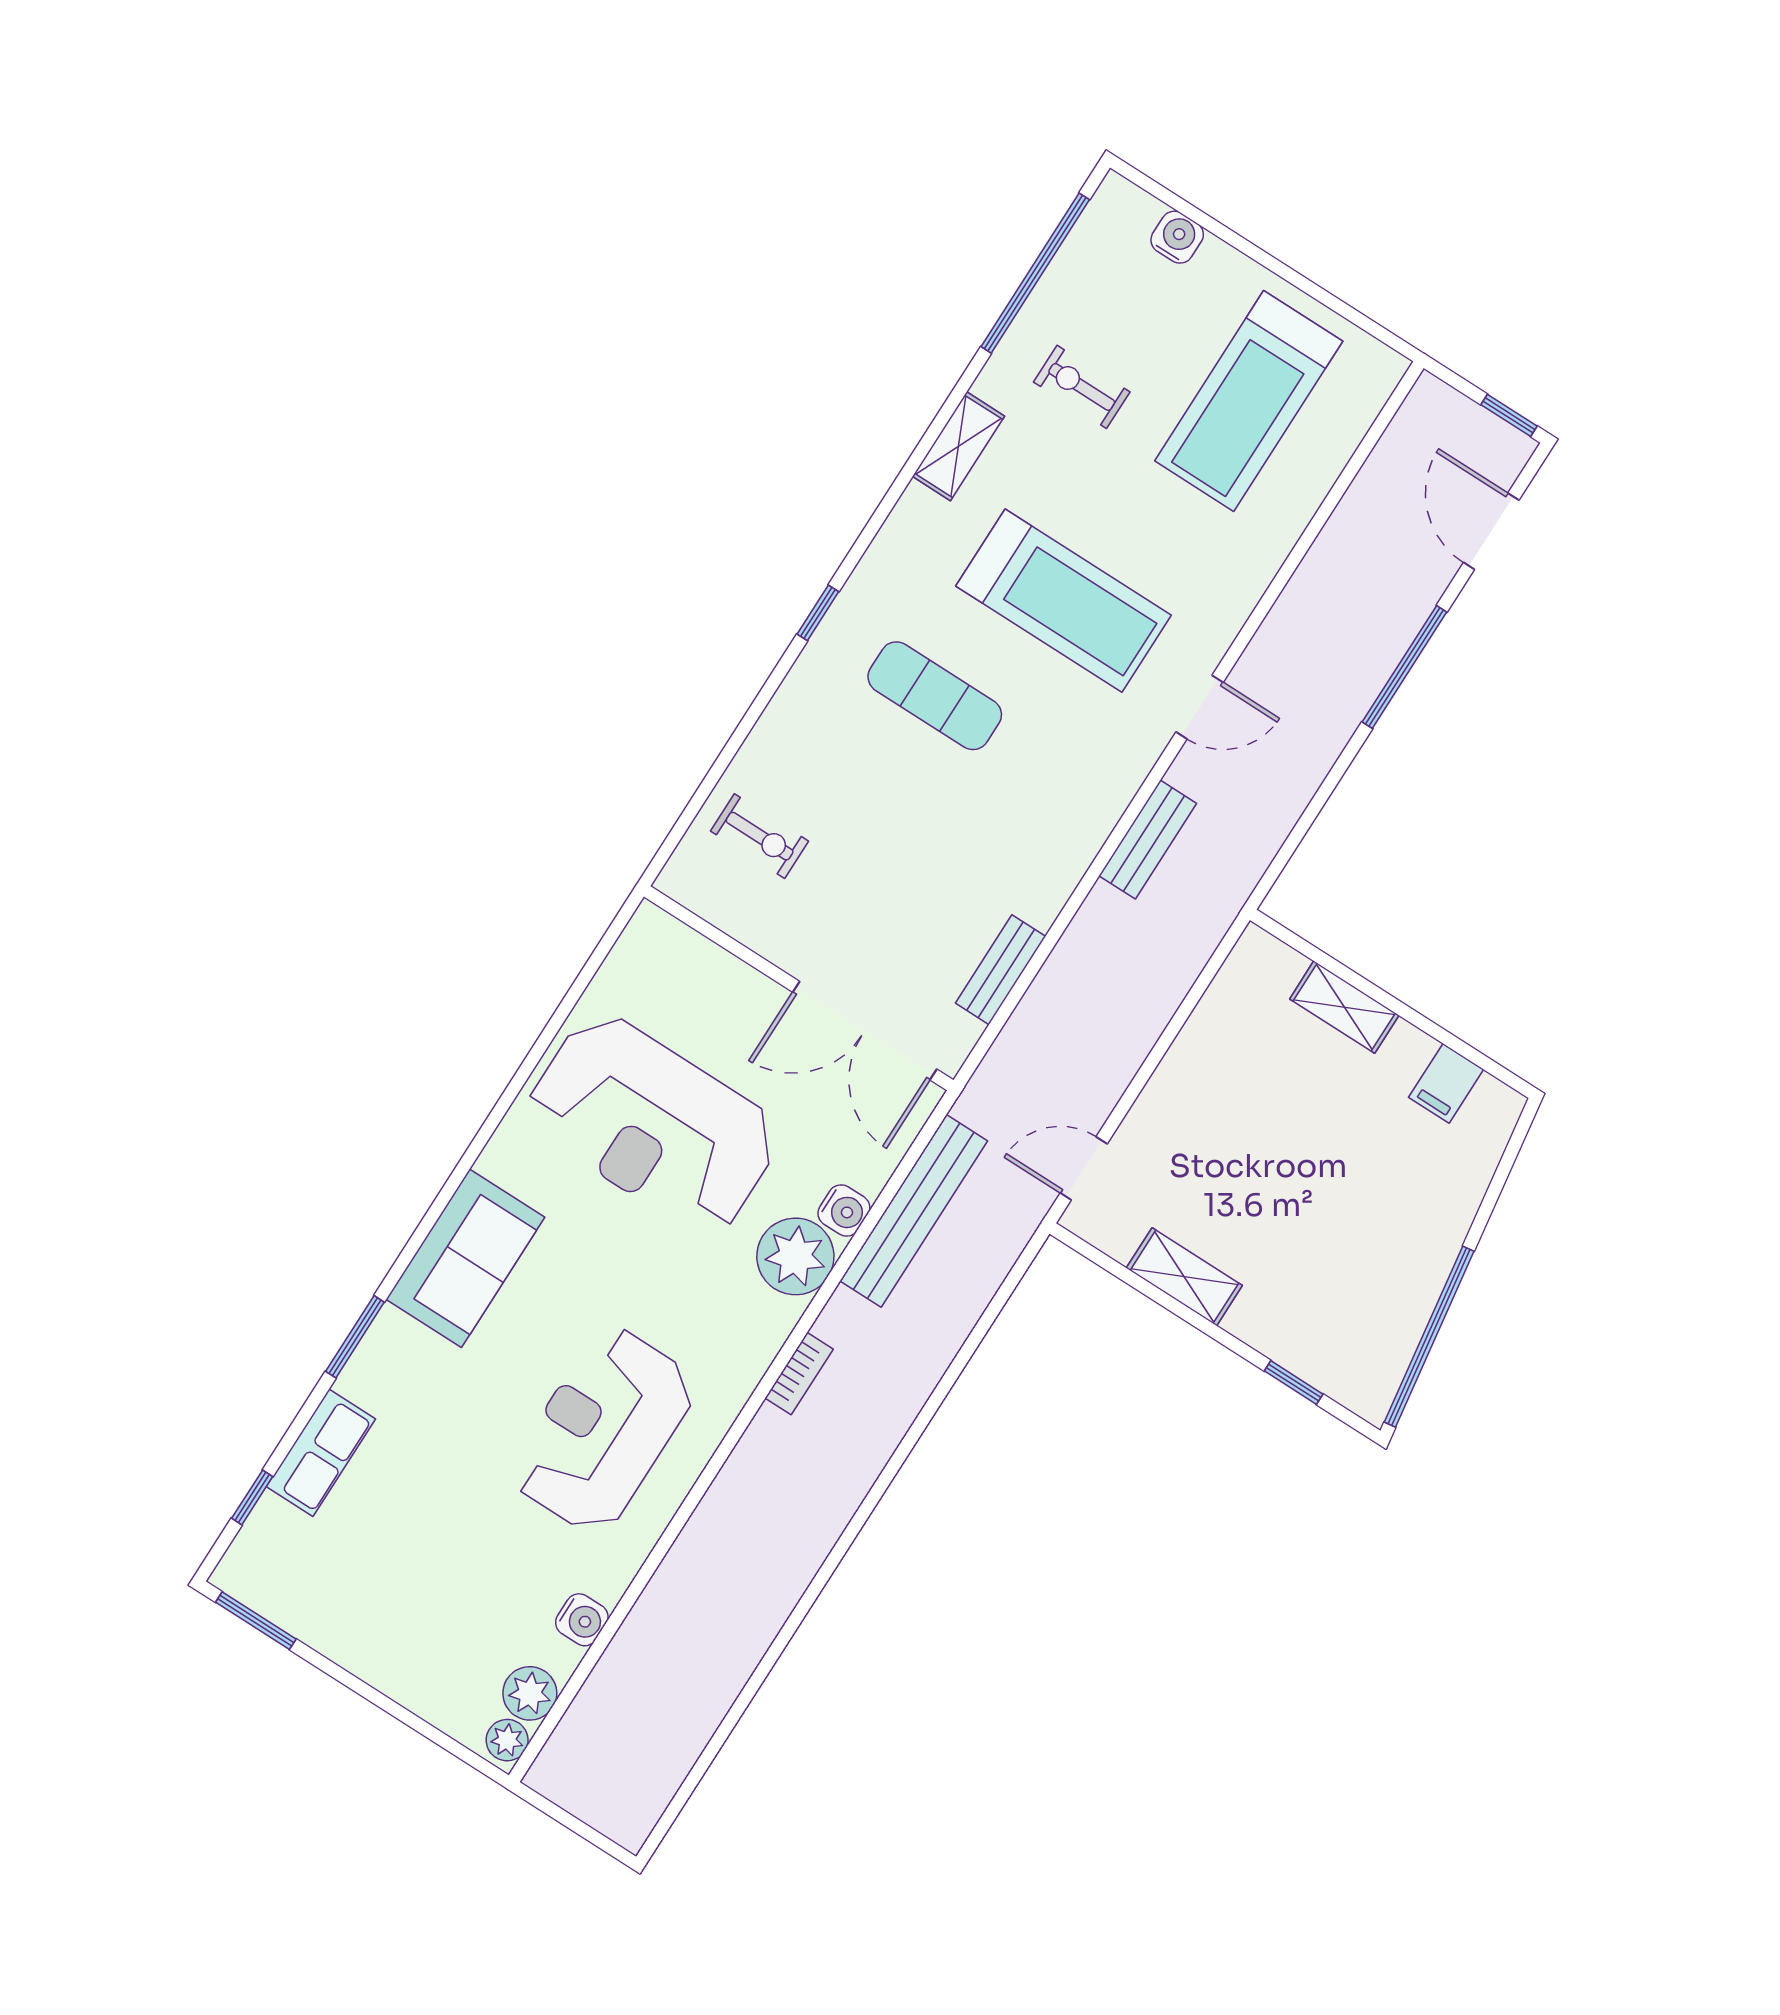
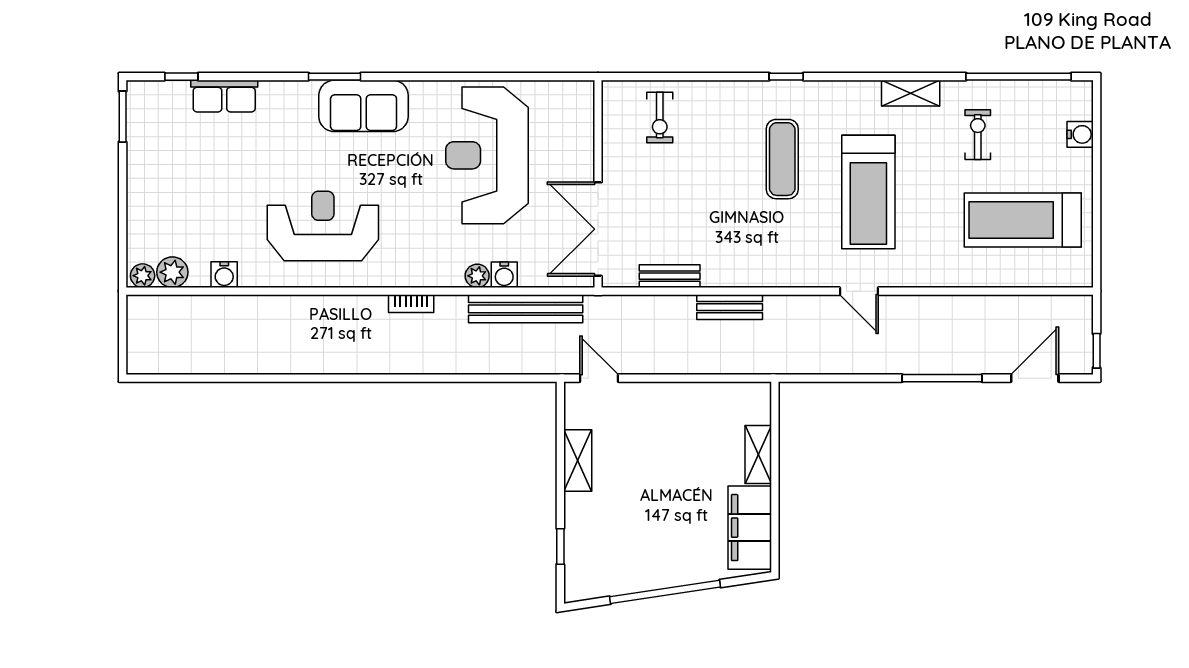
bench: (1148, 840) -> (730, 307), moved
filing cabinet: (1446, 1083) -> (750, 528), width x3.00, depth x1.17
plant: (795, 1256) -> (477, 276), width x0.53, depth x0.53
window: (355, 1337) -> (335, 77), moved
window: (1429, 1337) -> (665, 592), moved

